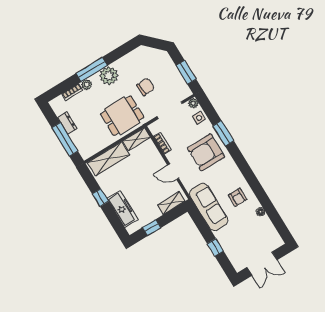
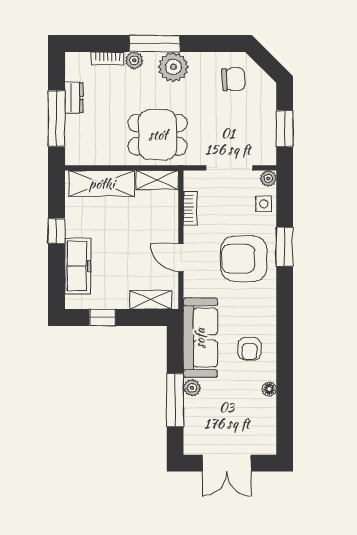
chair: (146, 87) -> (233, 79), moved
plant: (220, 236) -> (192, 388), added
window: (215, 247) -> (175, 400), width x2.17

